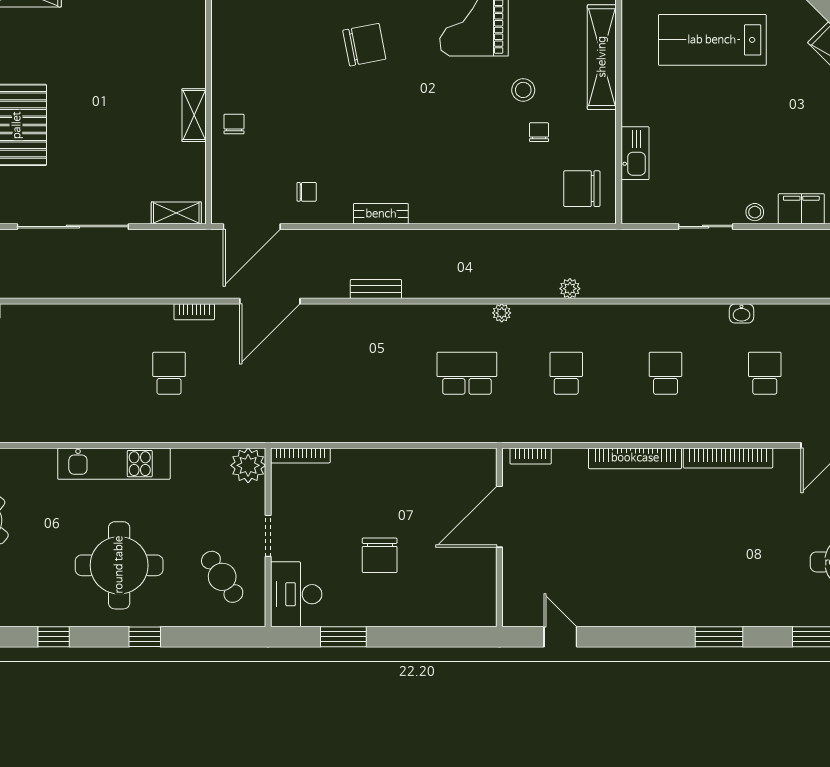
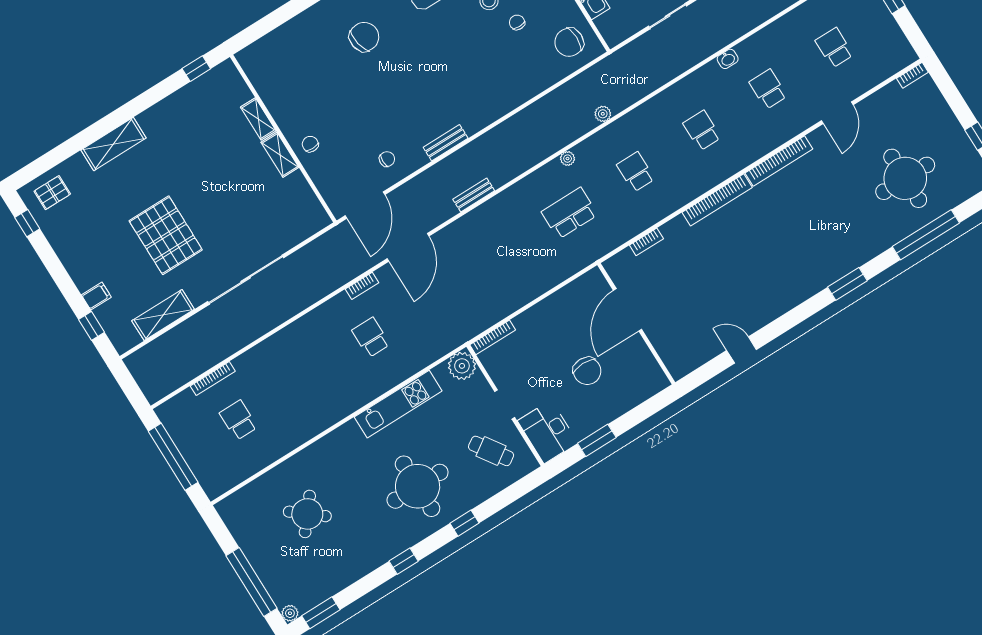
shelving: (176, 213) -> (258, 119), moved, turned 90
kitchen unit: (114, 464) -> (398, 404), moved
door: (499, 517) -> (628, 310), moved
wall: (499, 537) -> (636, 324), moved

